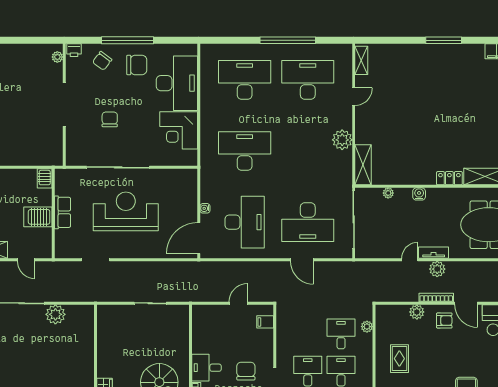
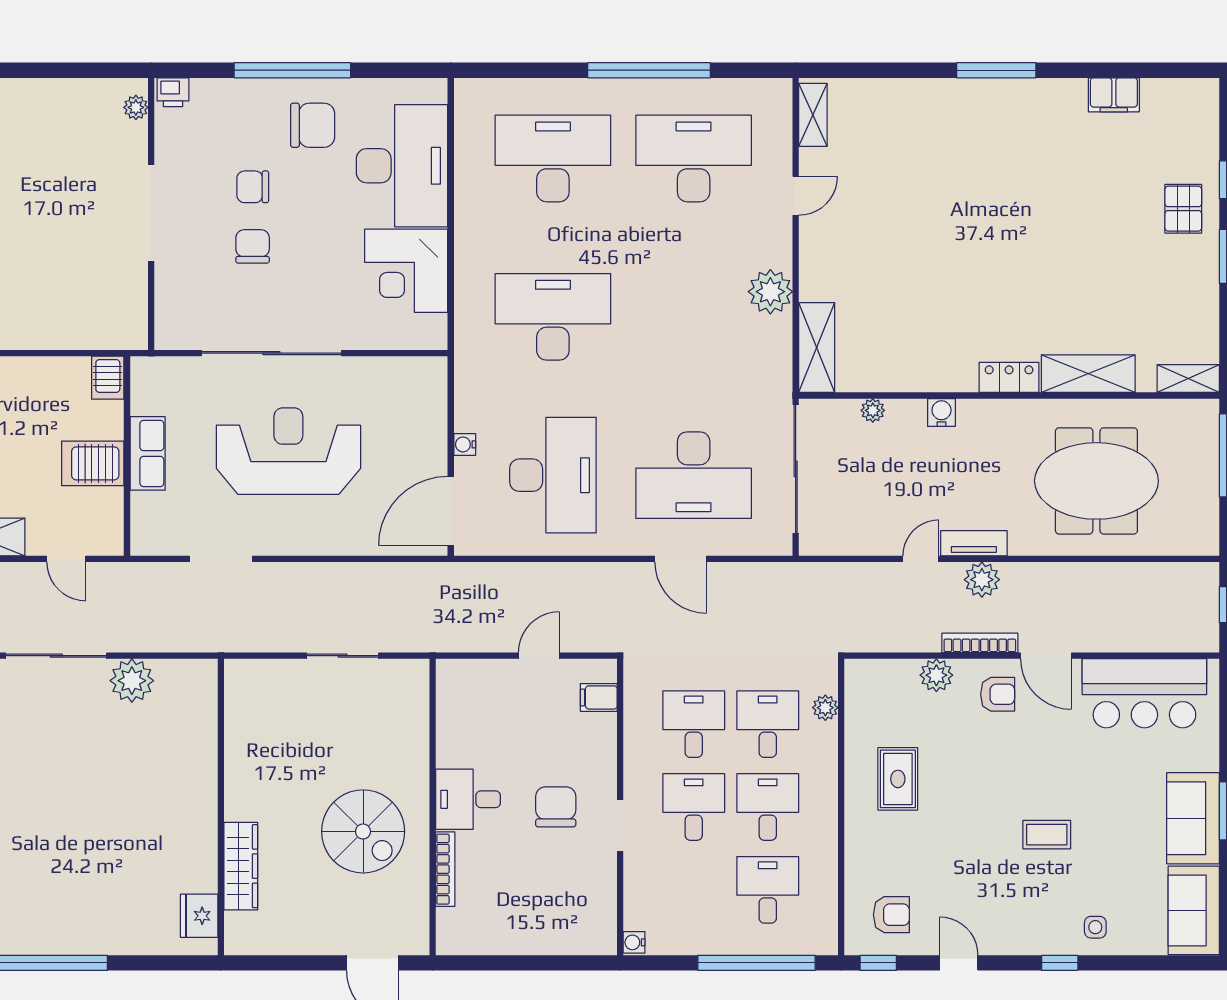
chair: (102, 61) -> (253, 187), moved, turned 53
desk: (308, 334) -> (694, 724), added

